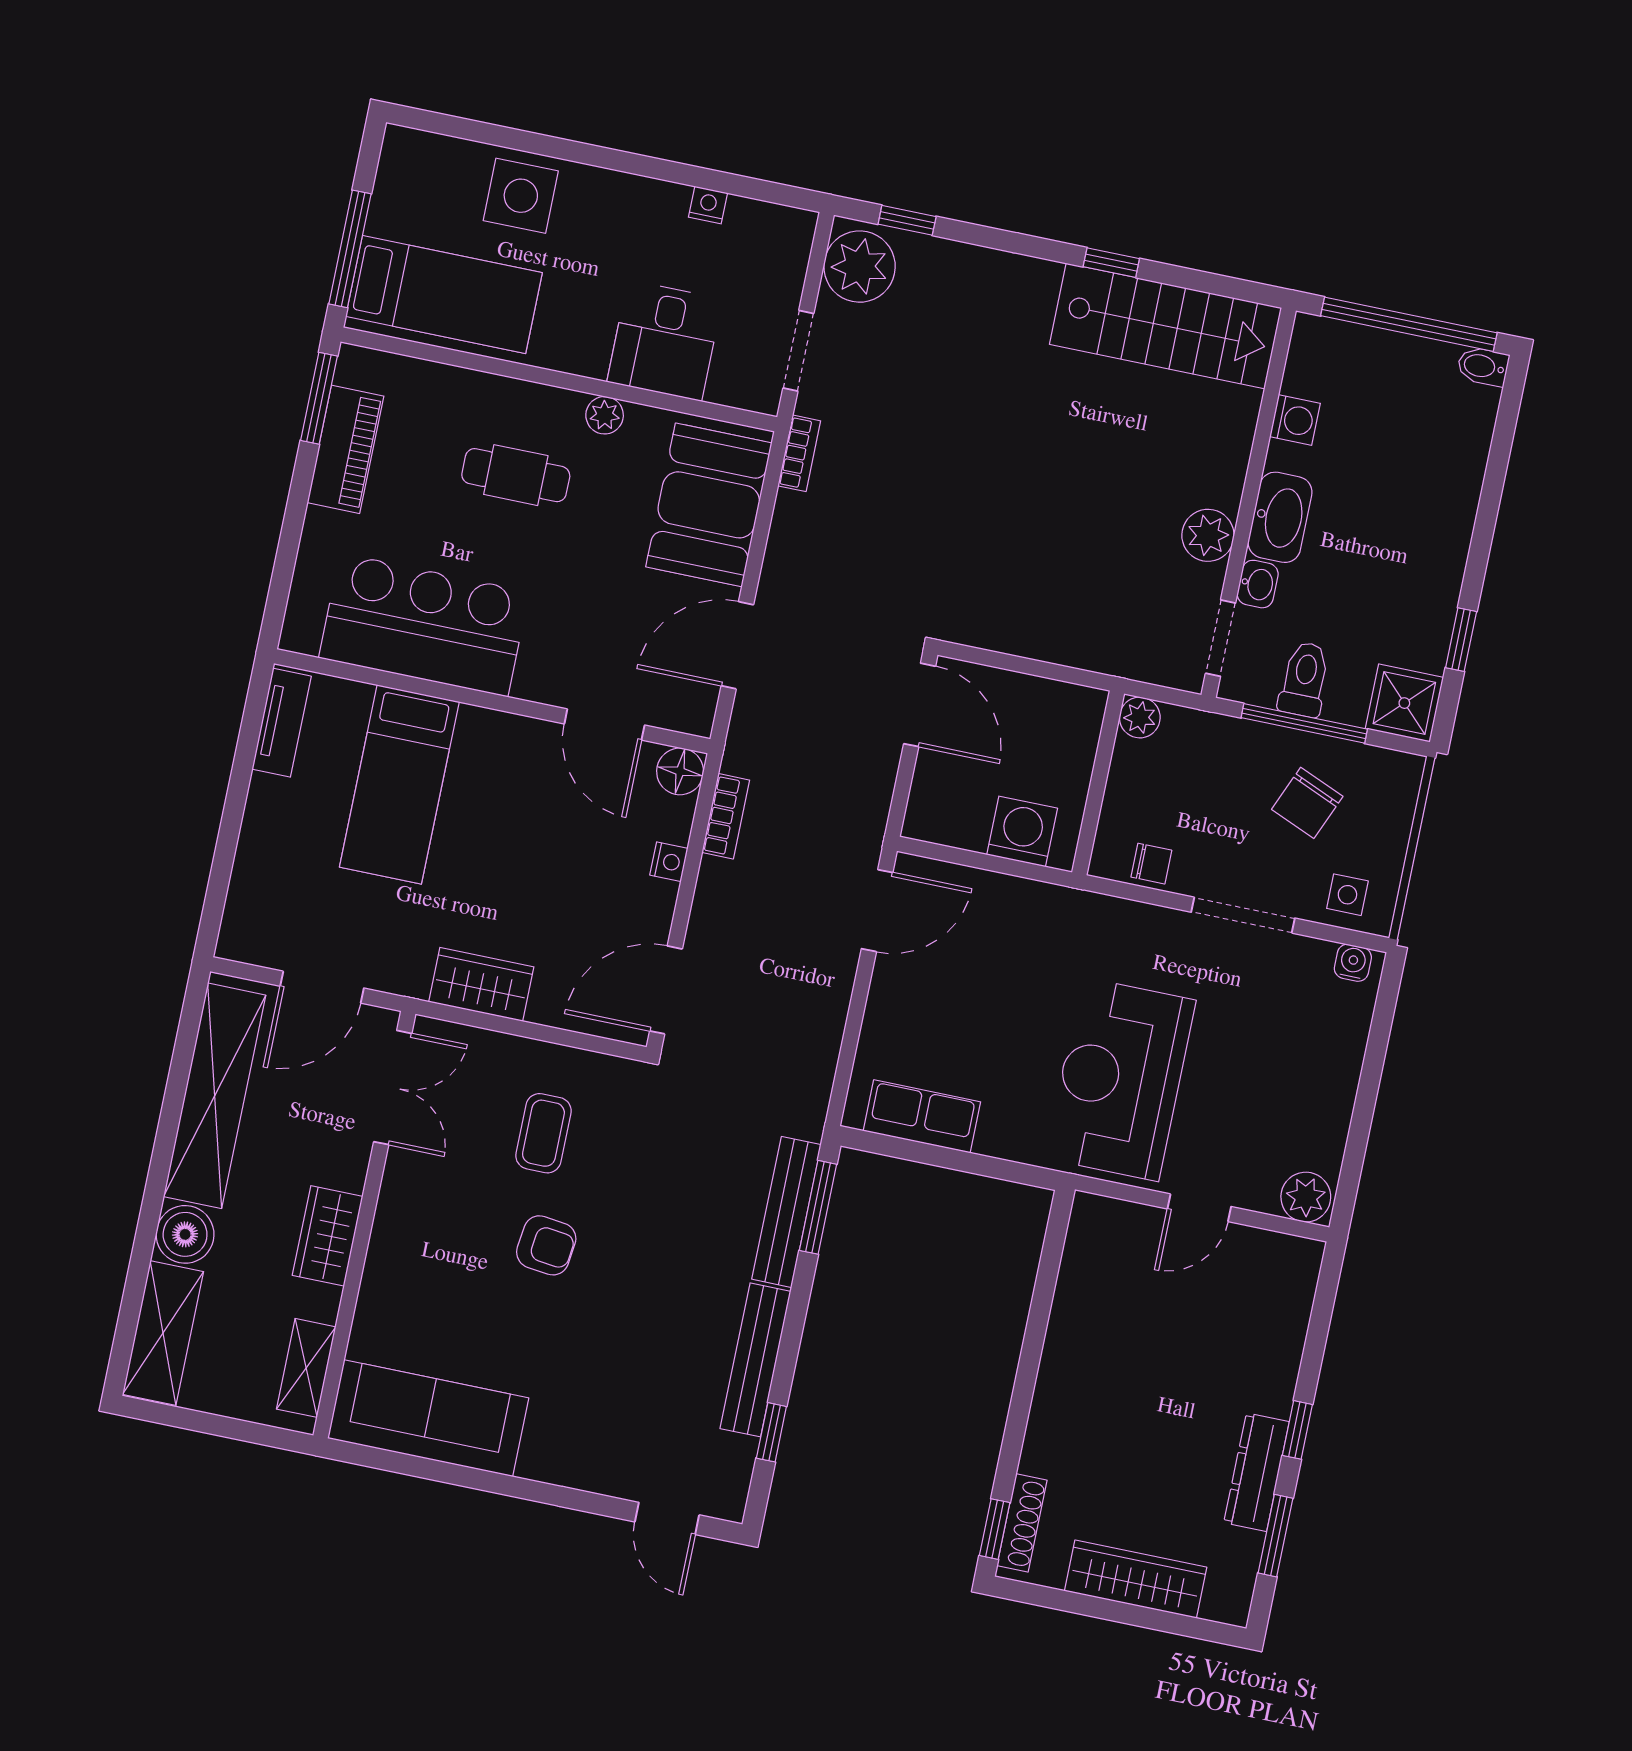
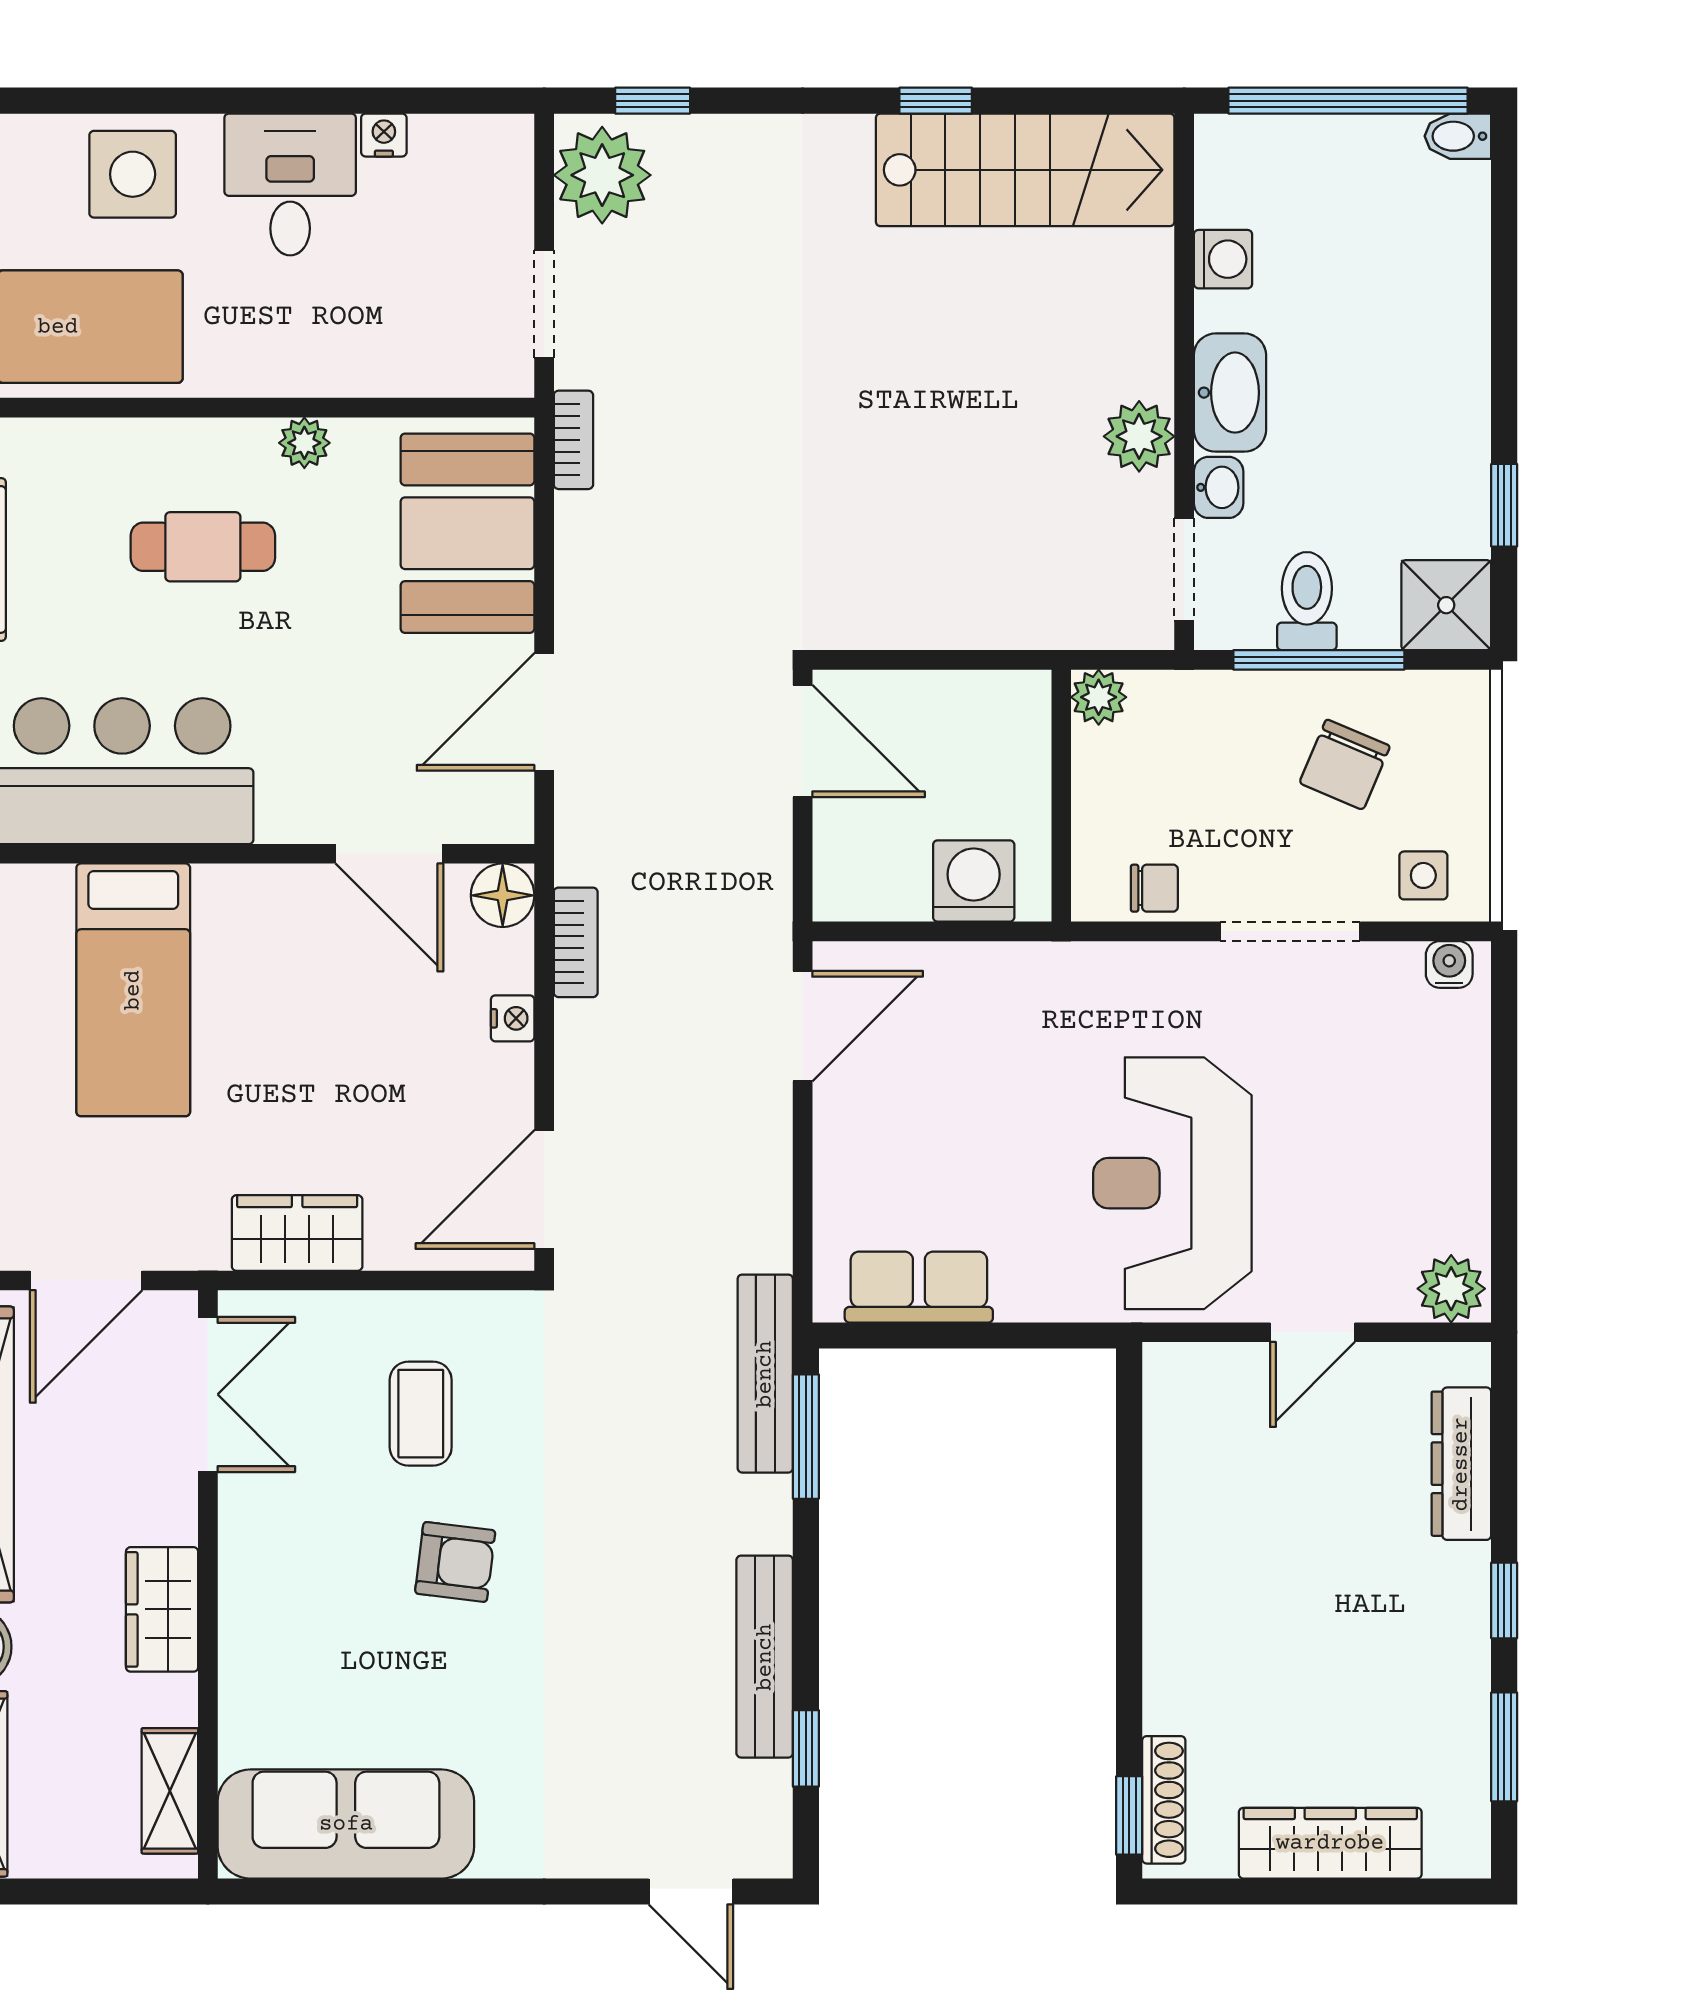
desk: (665, 341) -> (290, 184), moved, turned 180
bench: (786, 1212) -> (765, 1374), moved
dresser: (1257, 1472) -> (1461, 1464), moved

